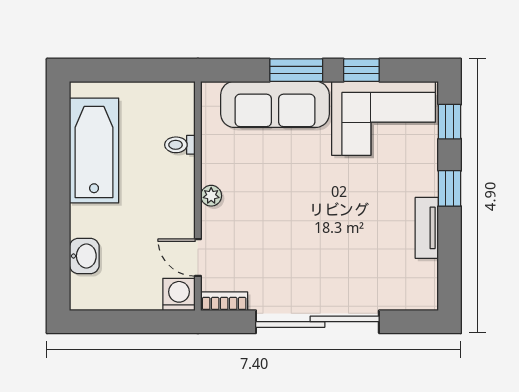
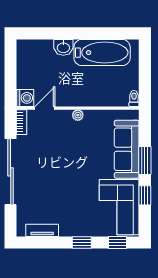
toilet: (180, 145) -> (134, 98), moved
tv unit: (427, 228) -> (42, 230), moved
washbasin: (84, 256) -> (63, 47), moved

